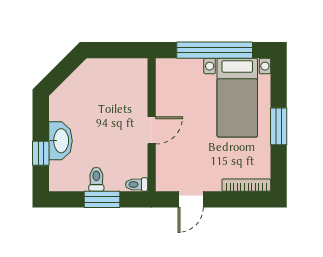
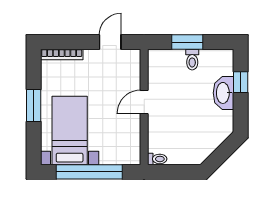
toilet: (137, 184) -> (157, 159), moved

